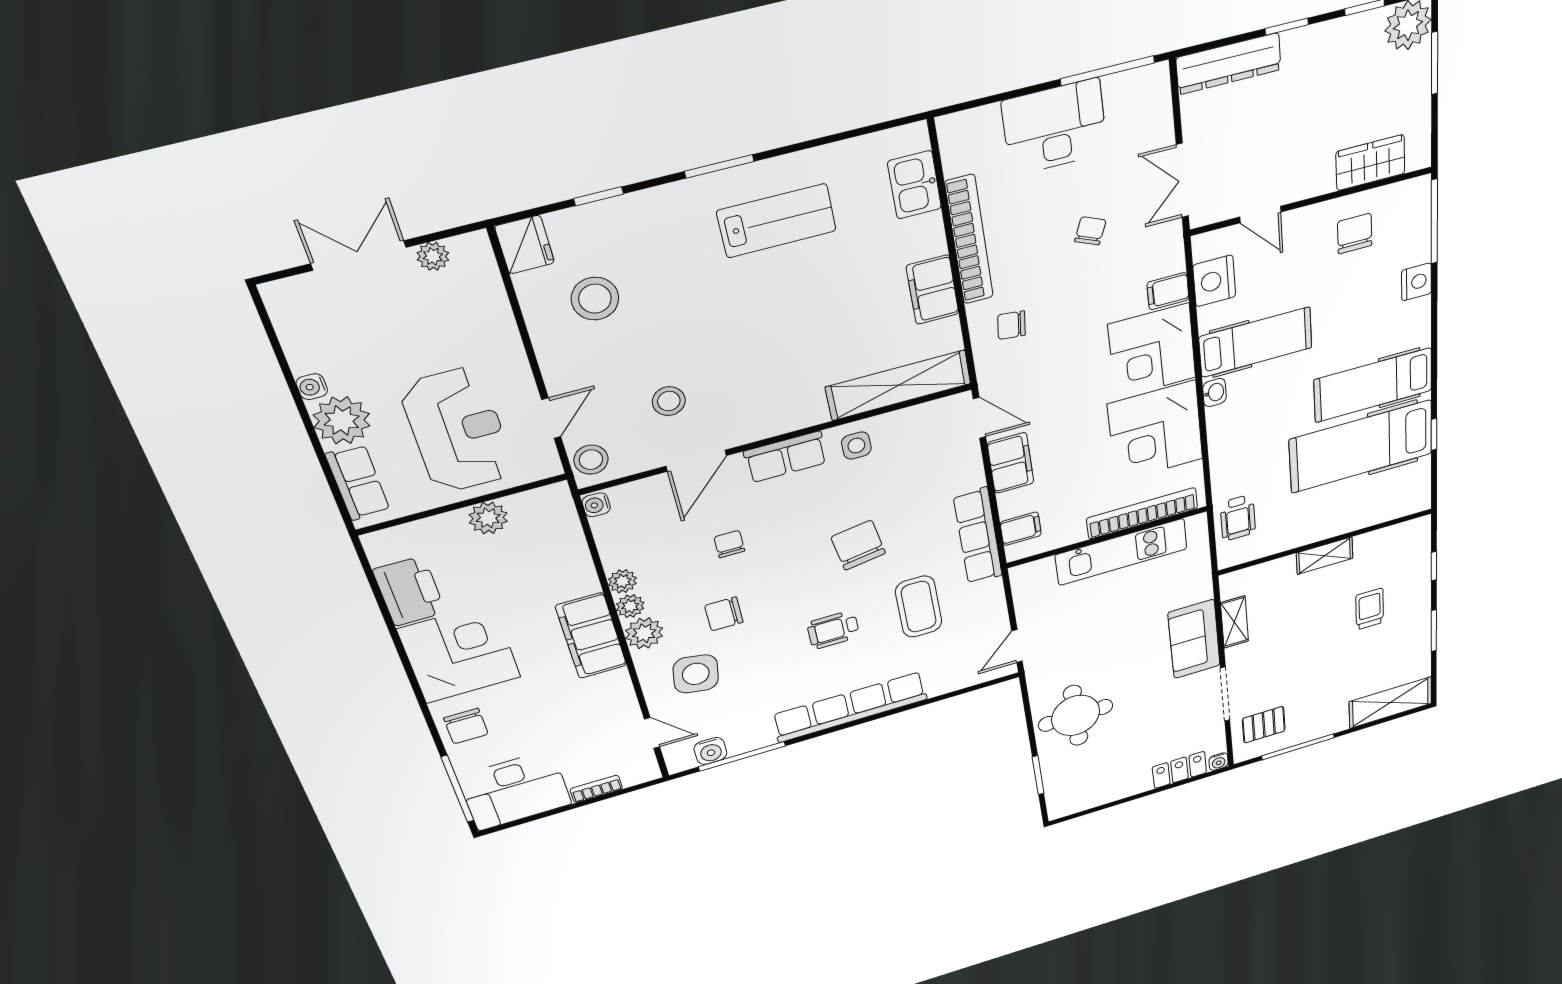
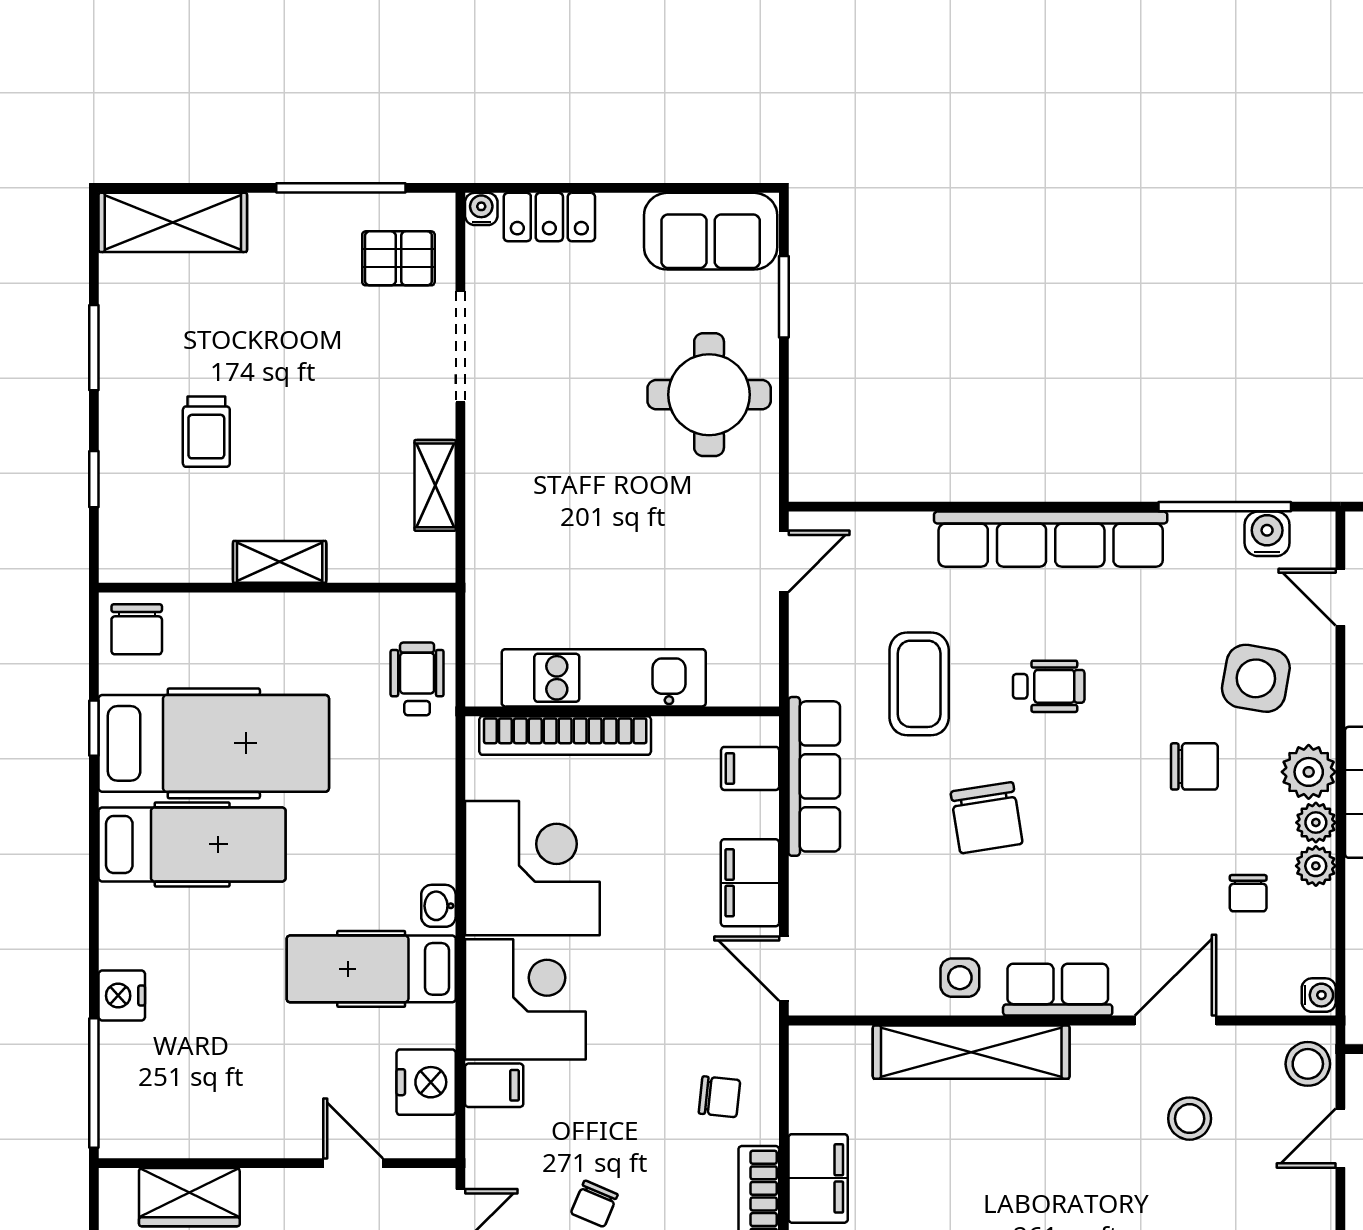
chair: (1355, 233) -> (137, 629), moved
shelving: (899, 385) -> (971, 1052), moved
chair: (729, 544) -> (1248, 893), moved
sofa: (1194, 639) -> (711, 231), moved, turned 90

